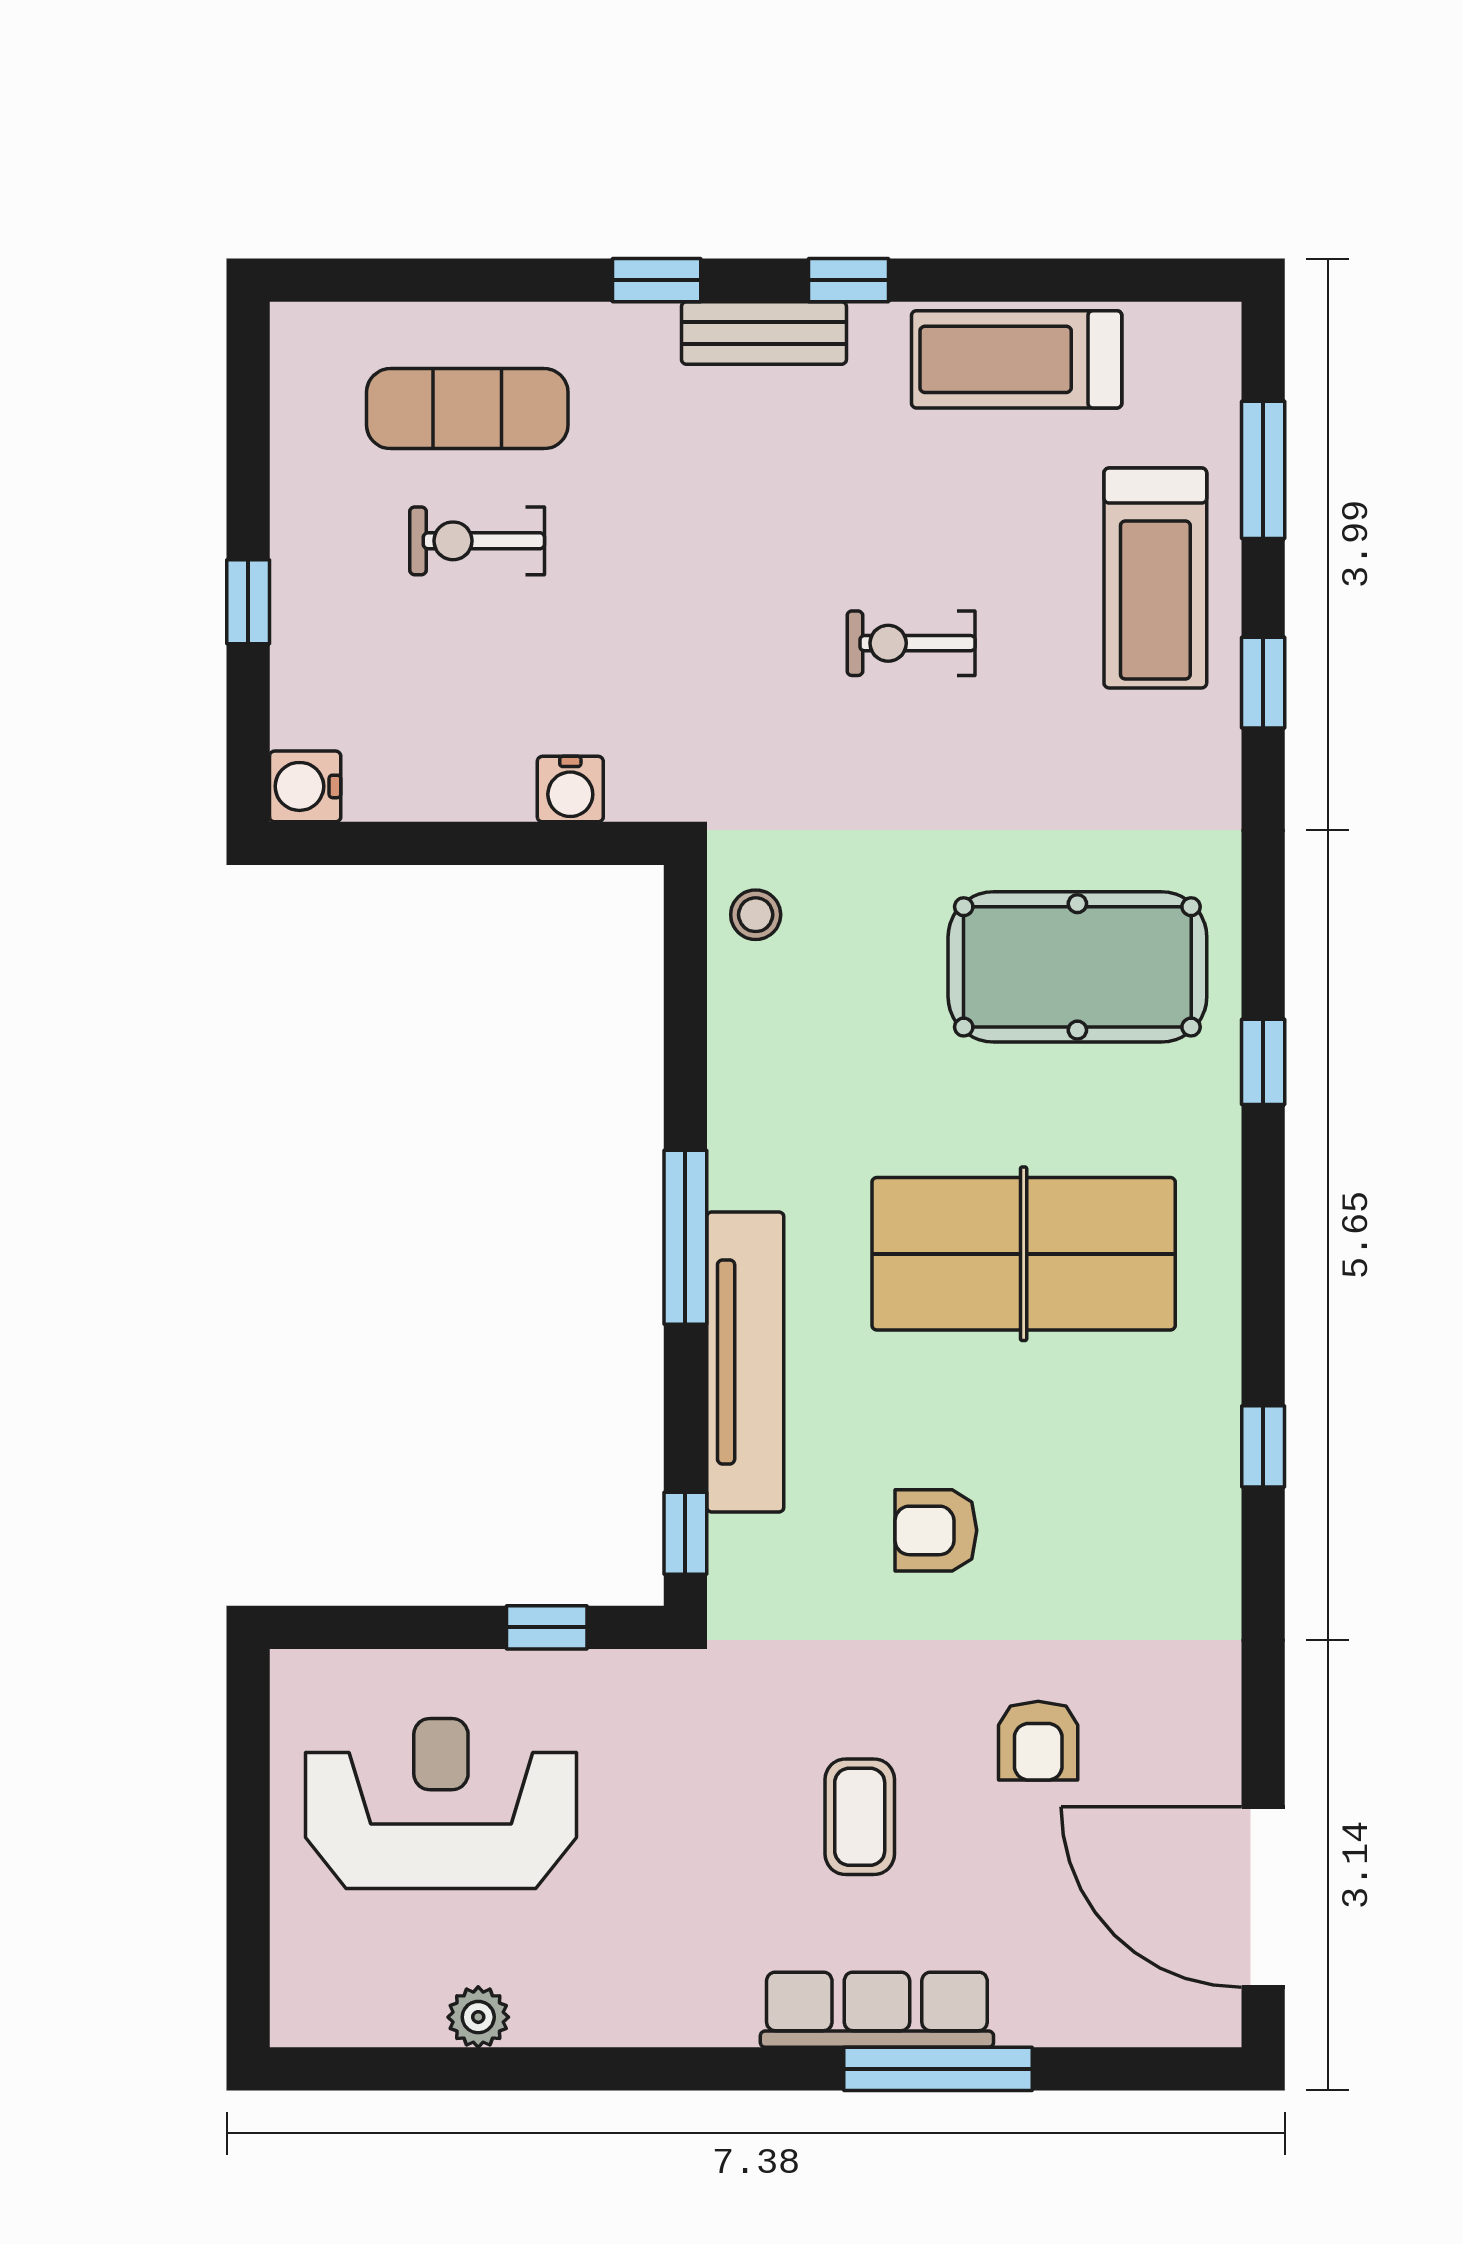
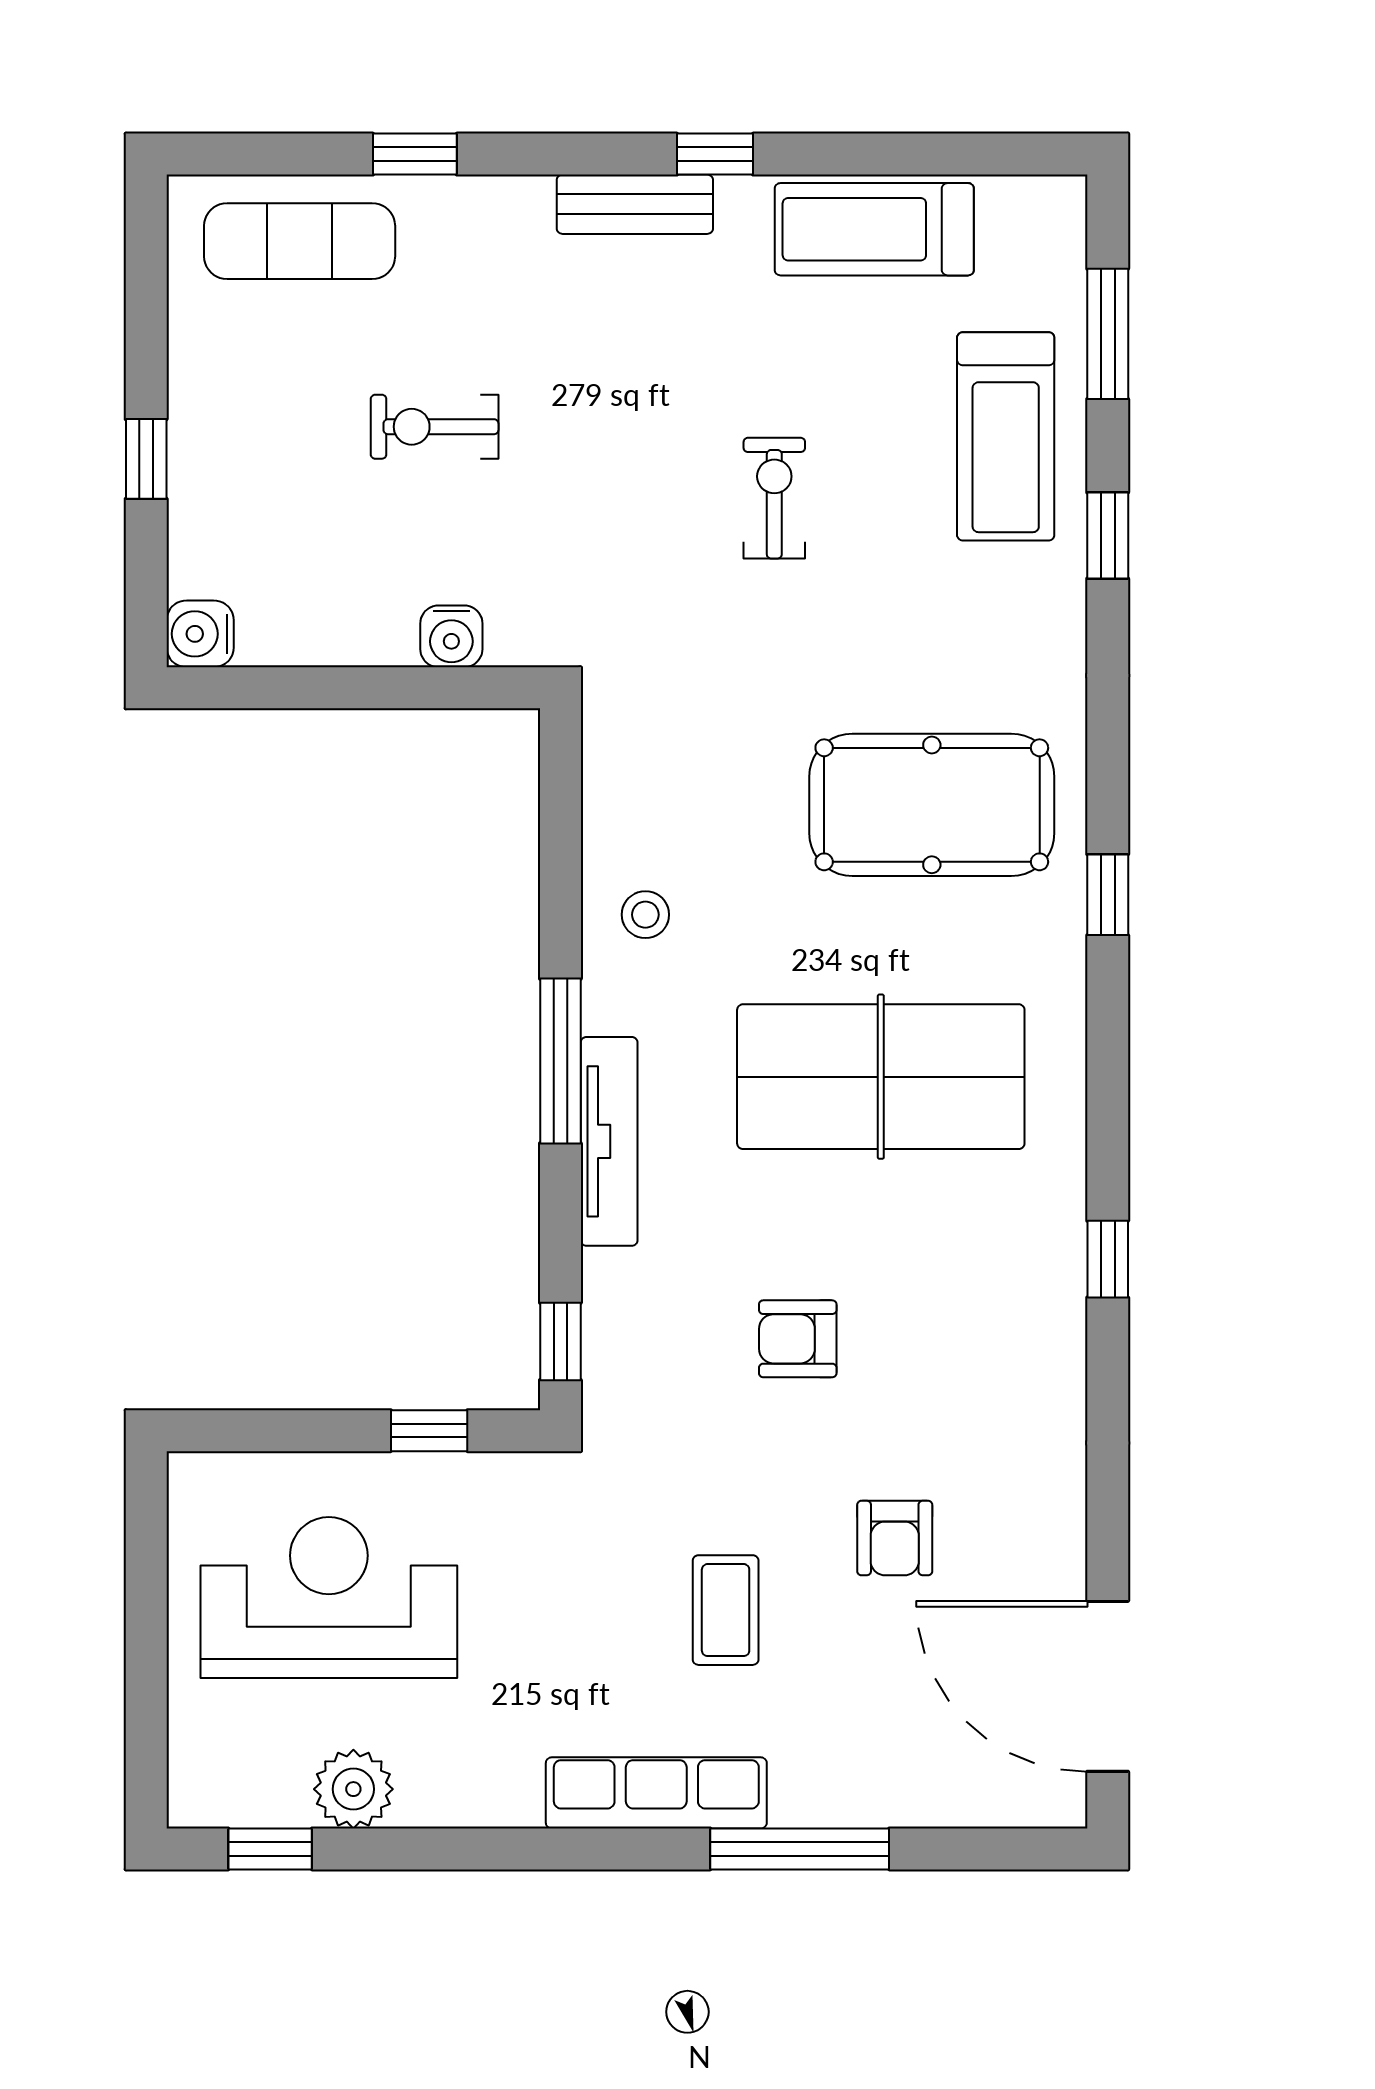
window: (657, 280) -> (415, 154), moved
exercise mat: (467, 409) -> (300, 241), moved
exercise bike: (477, 541) -> (435, 427), moved
exercise bike: (911, 643) -> (774, 498), turned 90
stool: (756, 915) -> (645, 915), moved
tv unit: (745, 1362) -> (609, 1141), width x0.73, depth x0.78
row of seats: (877, 2010) -> (656, 1793), moved
plant: (478, 2017) -> (353, 1789), width x1.38, depth x1.38
window: (379, 2069) -> (270, 1849), added

